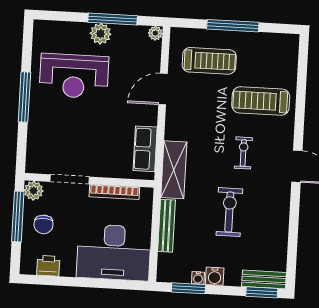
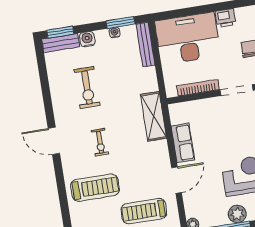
row of seats: (145, 149) -> (183, 143), moved
exercise bike: (229, 212) -> (87, 88), moved
bench: (167, 226) -> (145, 45), moved
printer: (48, 266) -> (225, 18), moved
water cooler: (215, 276) -> (87, 39), moved

